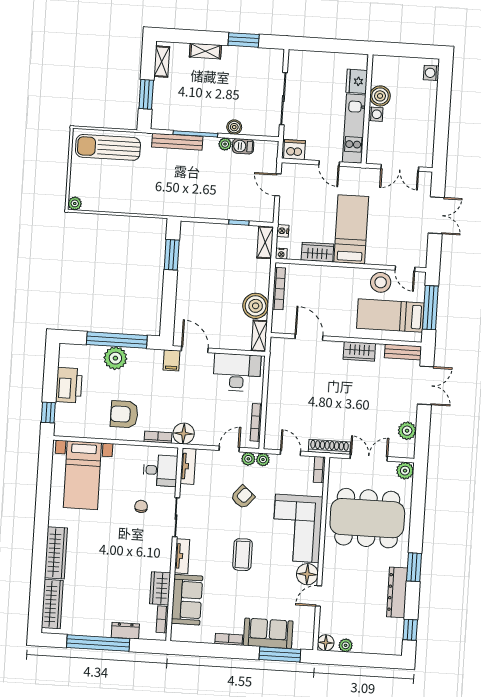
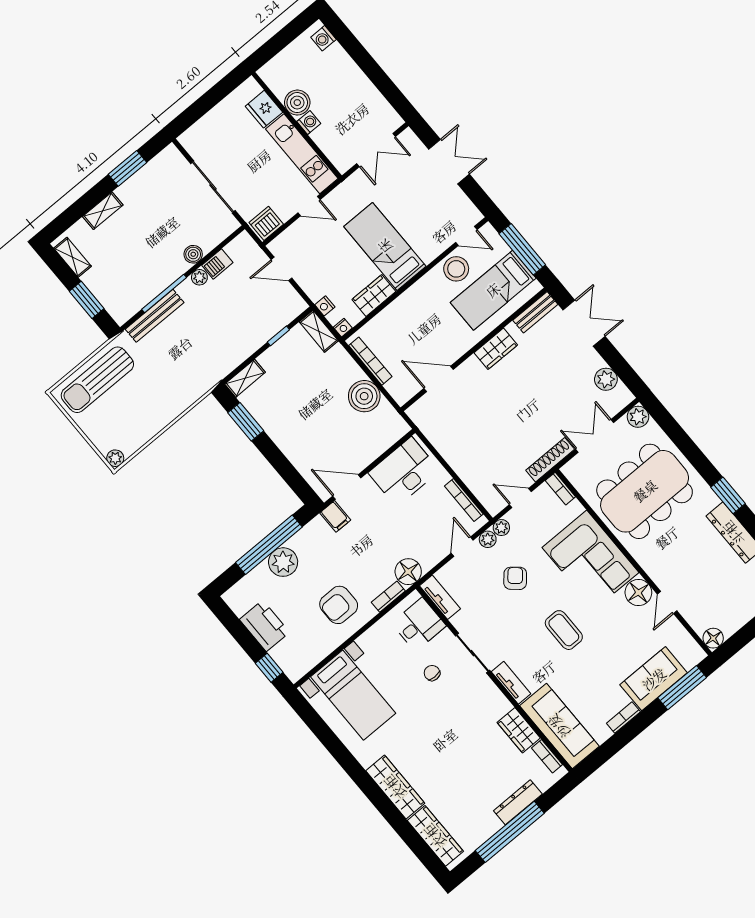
shelving: (259, 336) -> (245, 378), moved, turned 90
sofa: (187, 600) -> (559, 726), width x1.36
dresser: (125, 631) -> (518, 802), width x1.44
plant: (346, 645) -> (733, 624), removed

